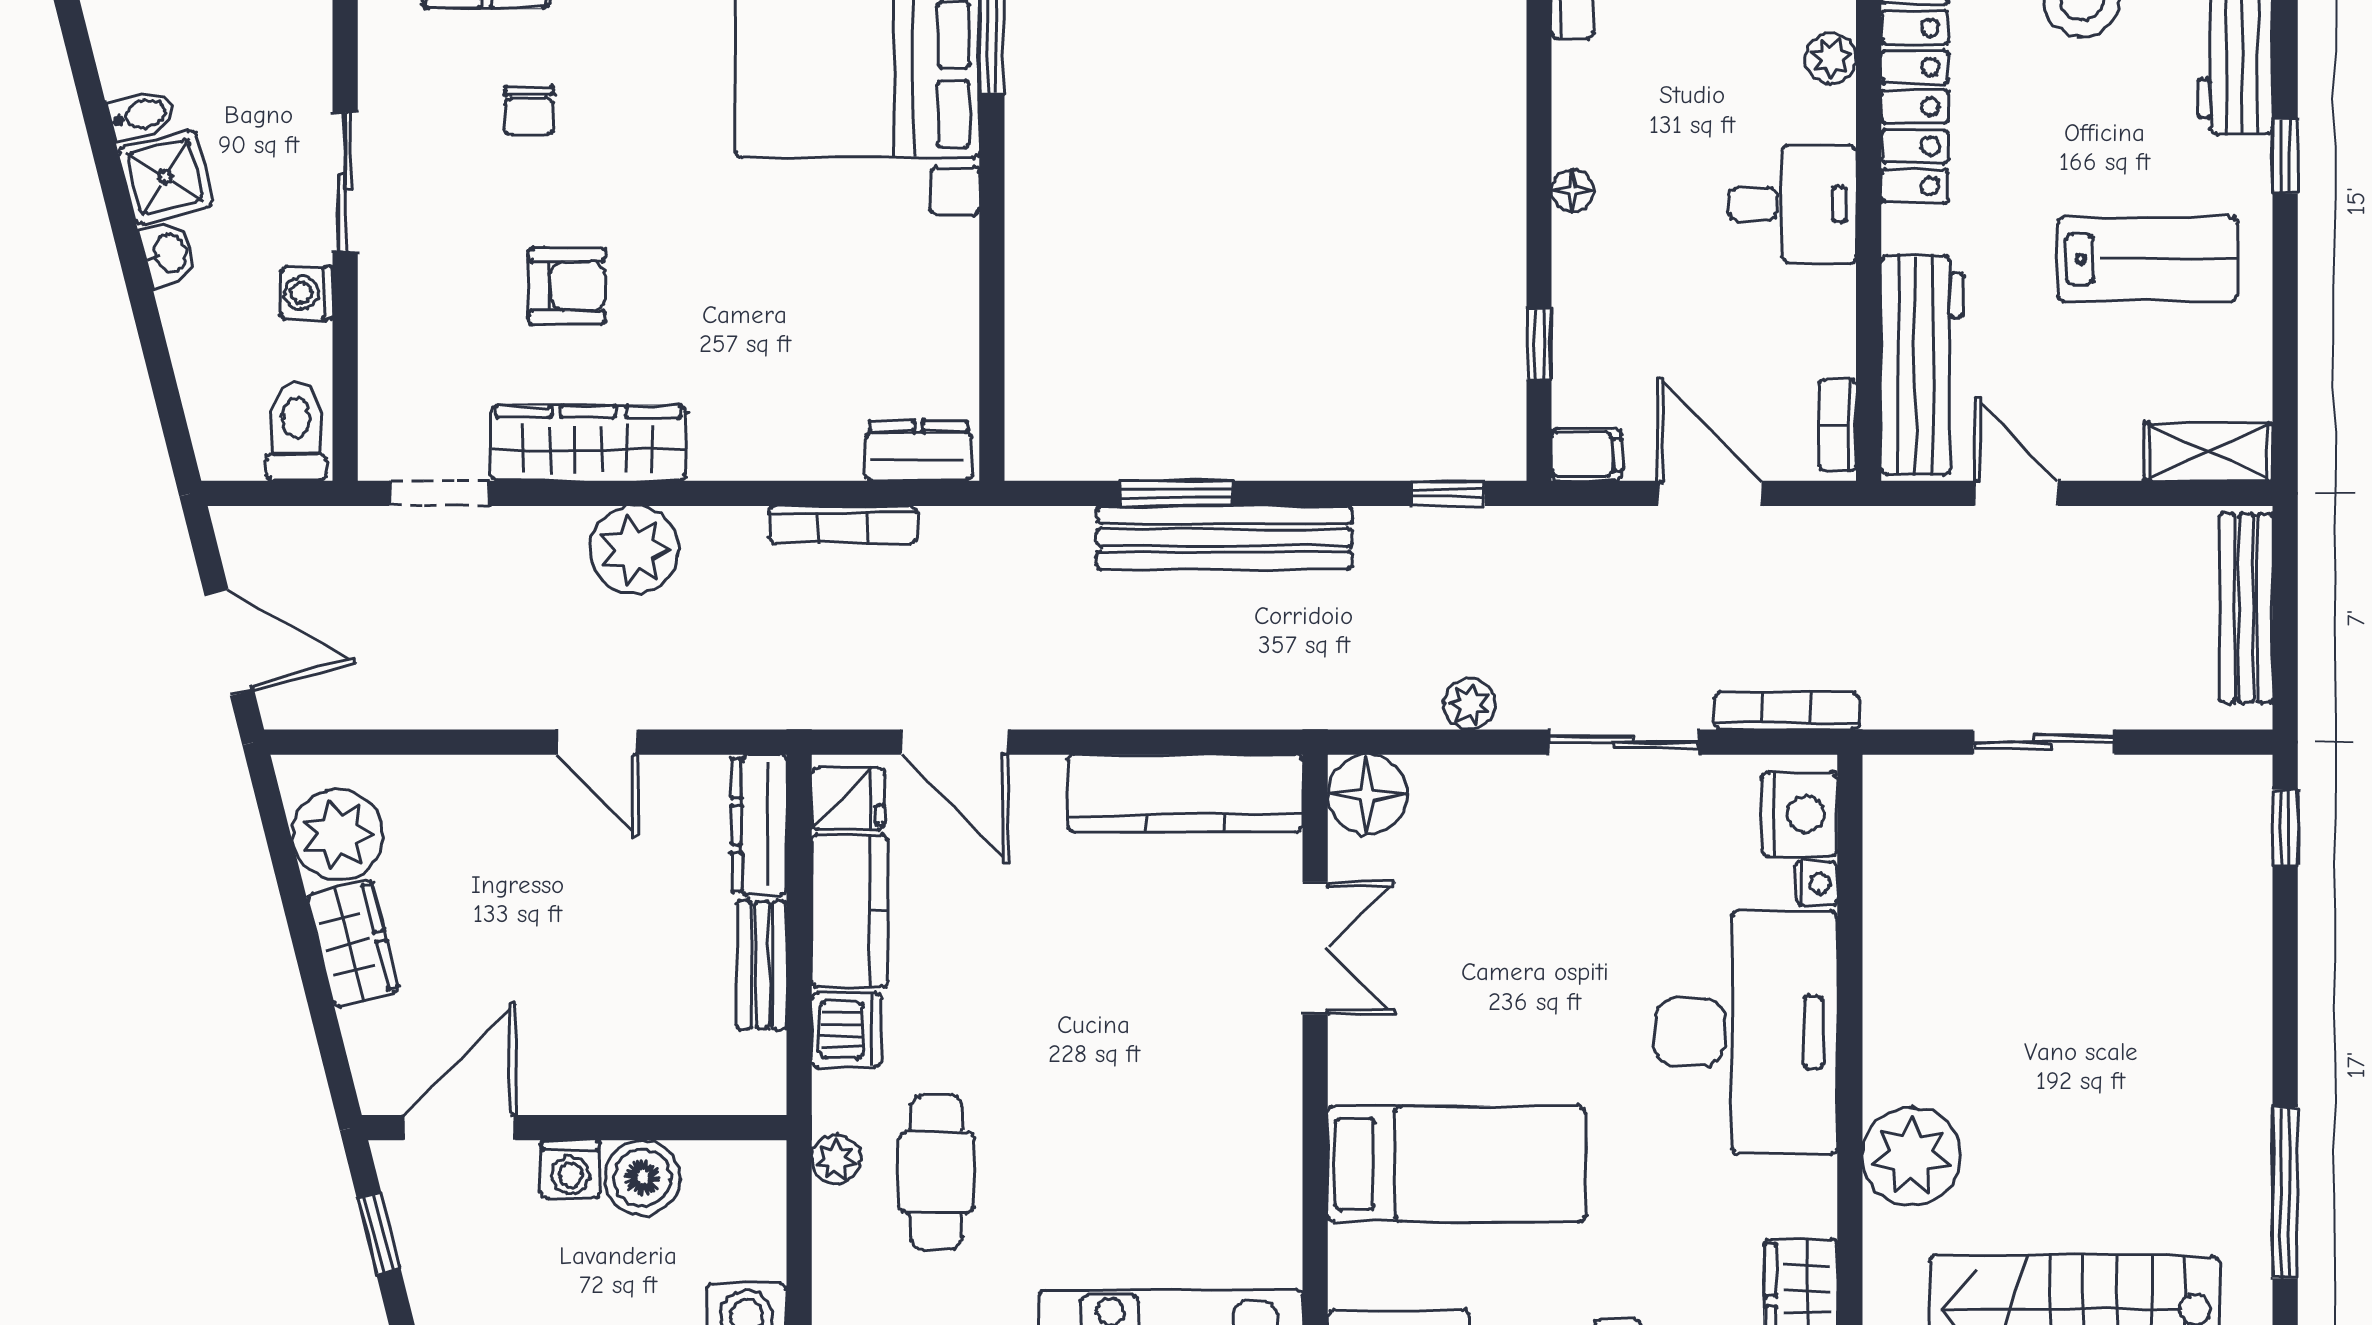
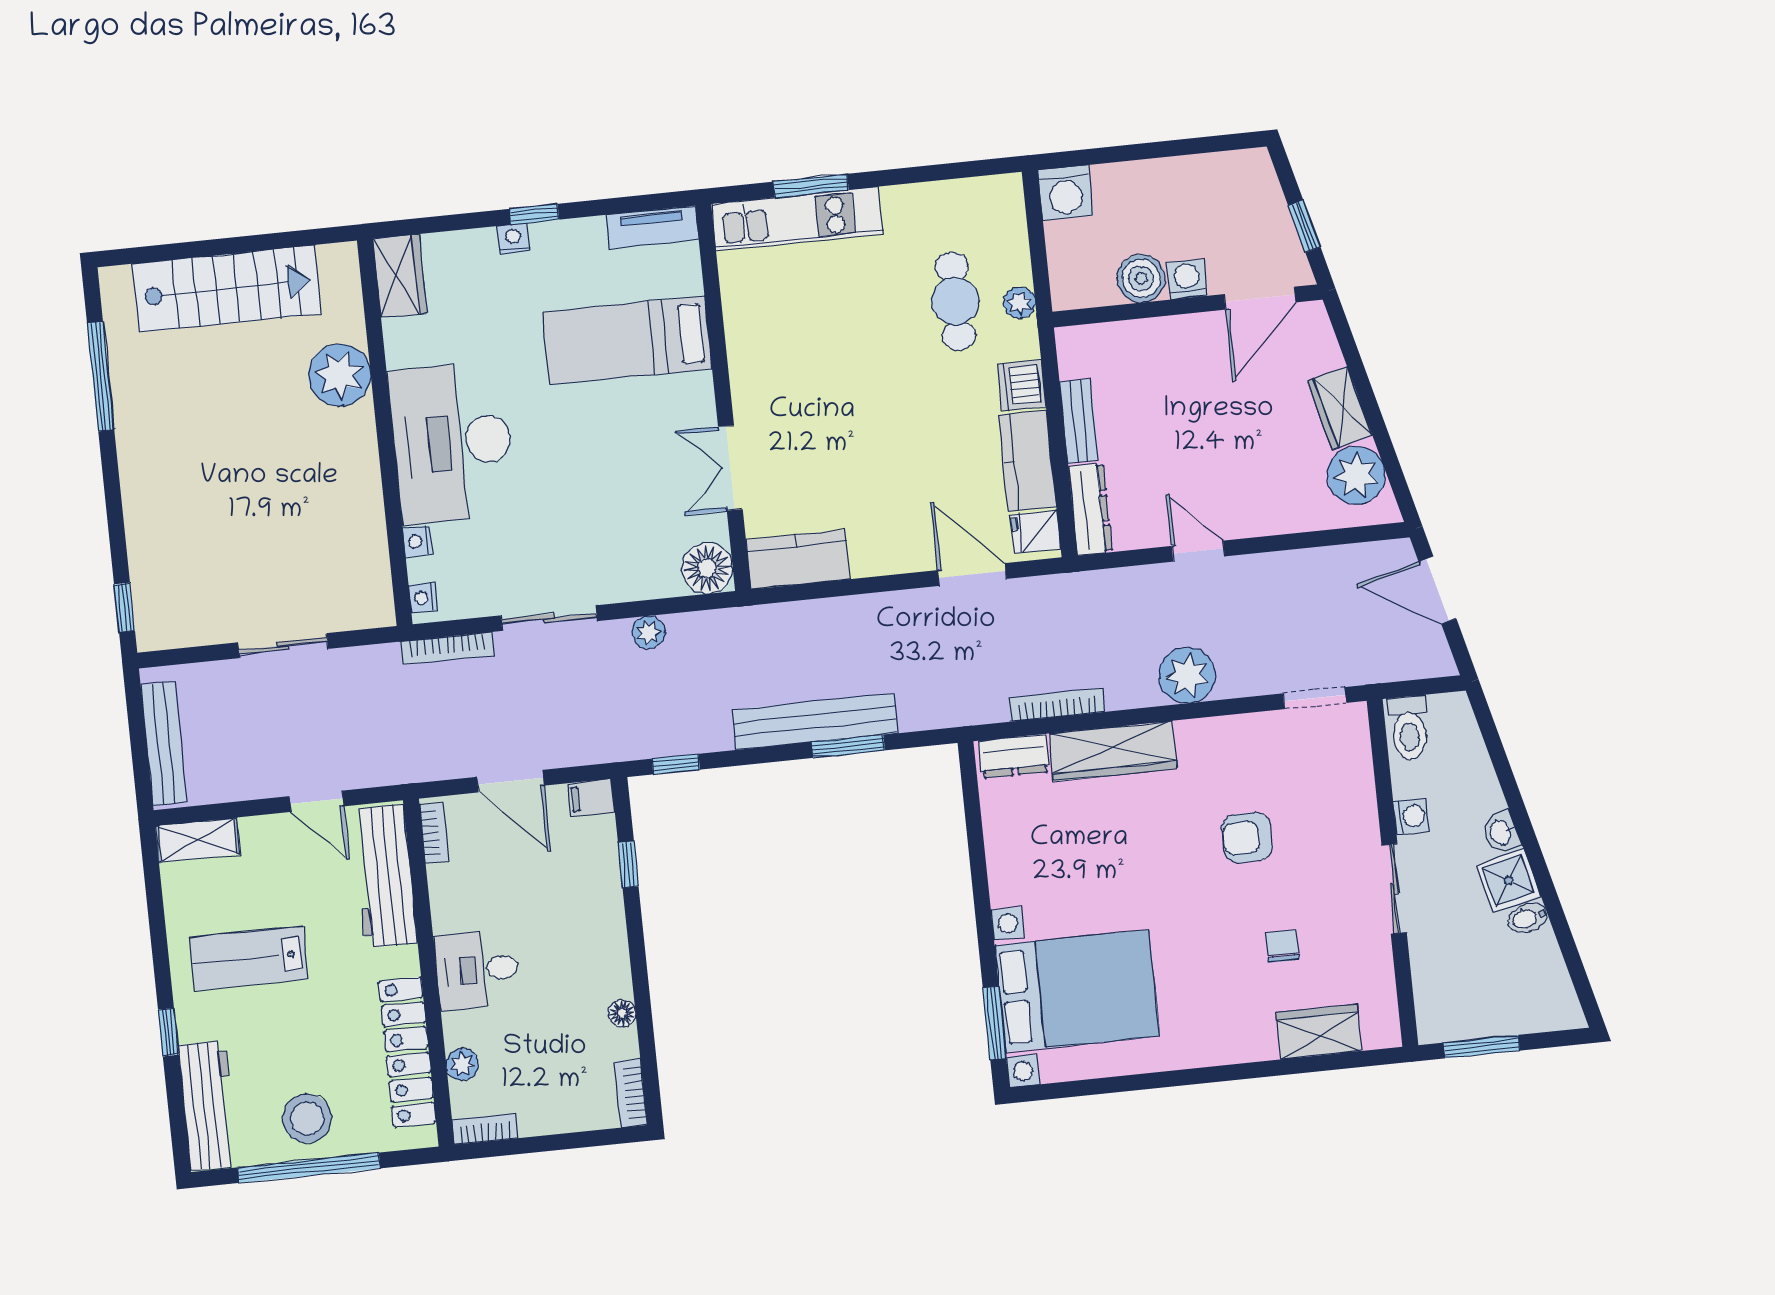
floor lamp: (1573, 191) -> (622, 1013), moved
wardrobe: (588, 443) -> (1113, 751), moved
kitchen counter: (1185, 794) -> (798, 560), width x0.67
nightstand: (1800, 814) -> (423, 598), width x0.53, depth x0.56

